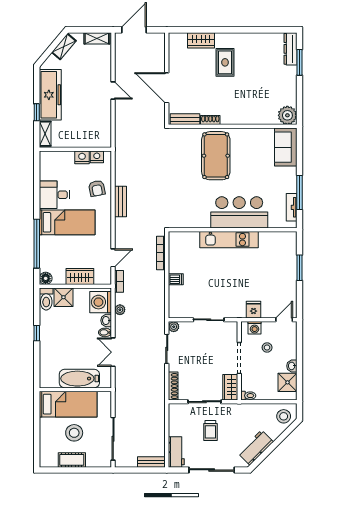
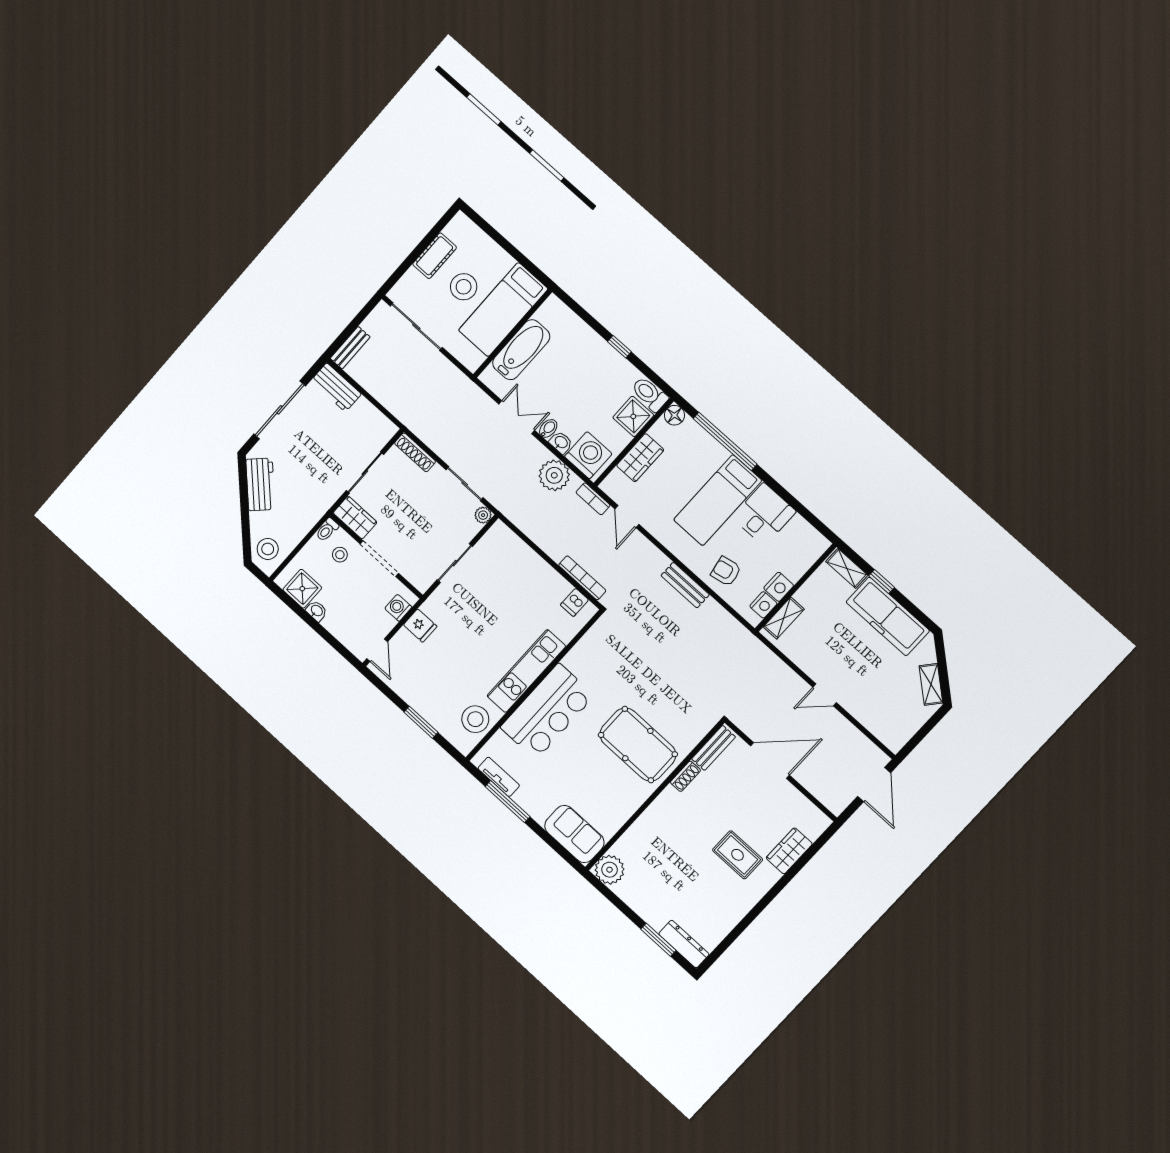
shelving: (97, 38) -> (784, 618), moved
stool: (274, 243) -> (475, 719), added
dishwasher: (176, 279) -> (574, 602), moved
plant: (120, 310) -> (554, 475), width x1.88, depth x1.88
stool: (267, 348) -> (340, 555), moved
trolley: (210, 430) -> (326, 450), removed

